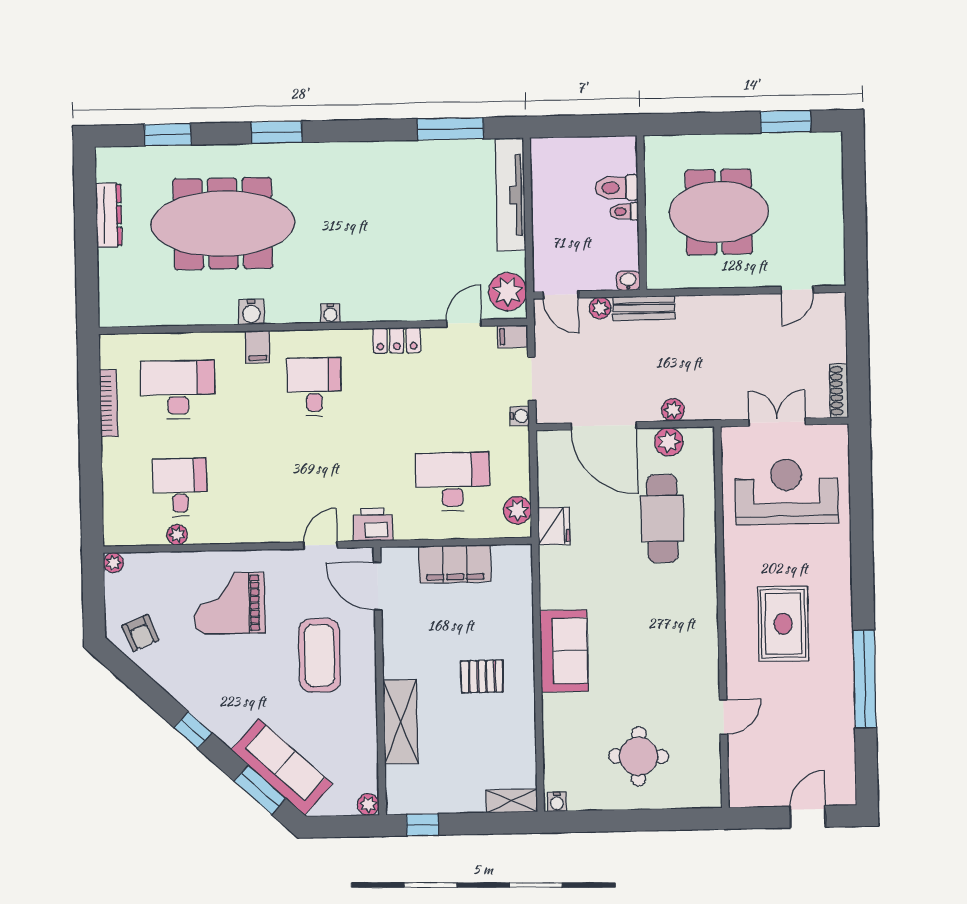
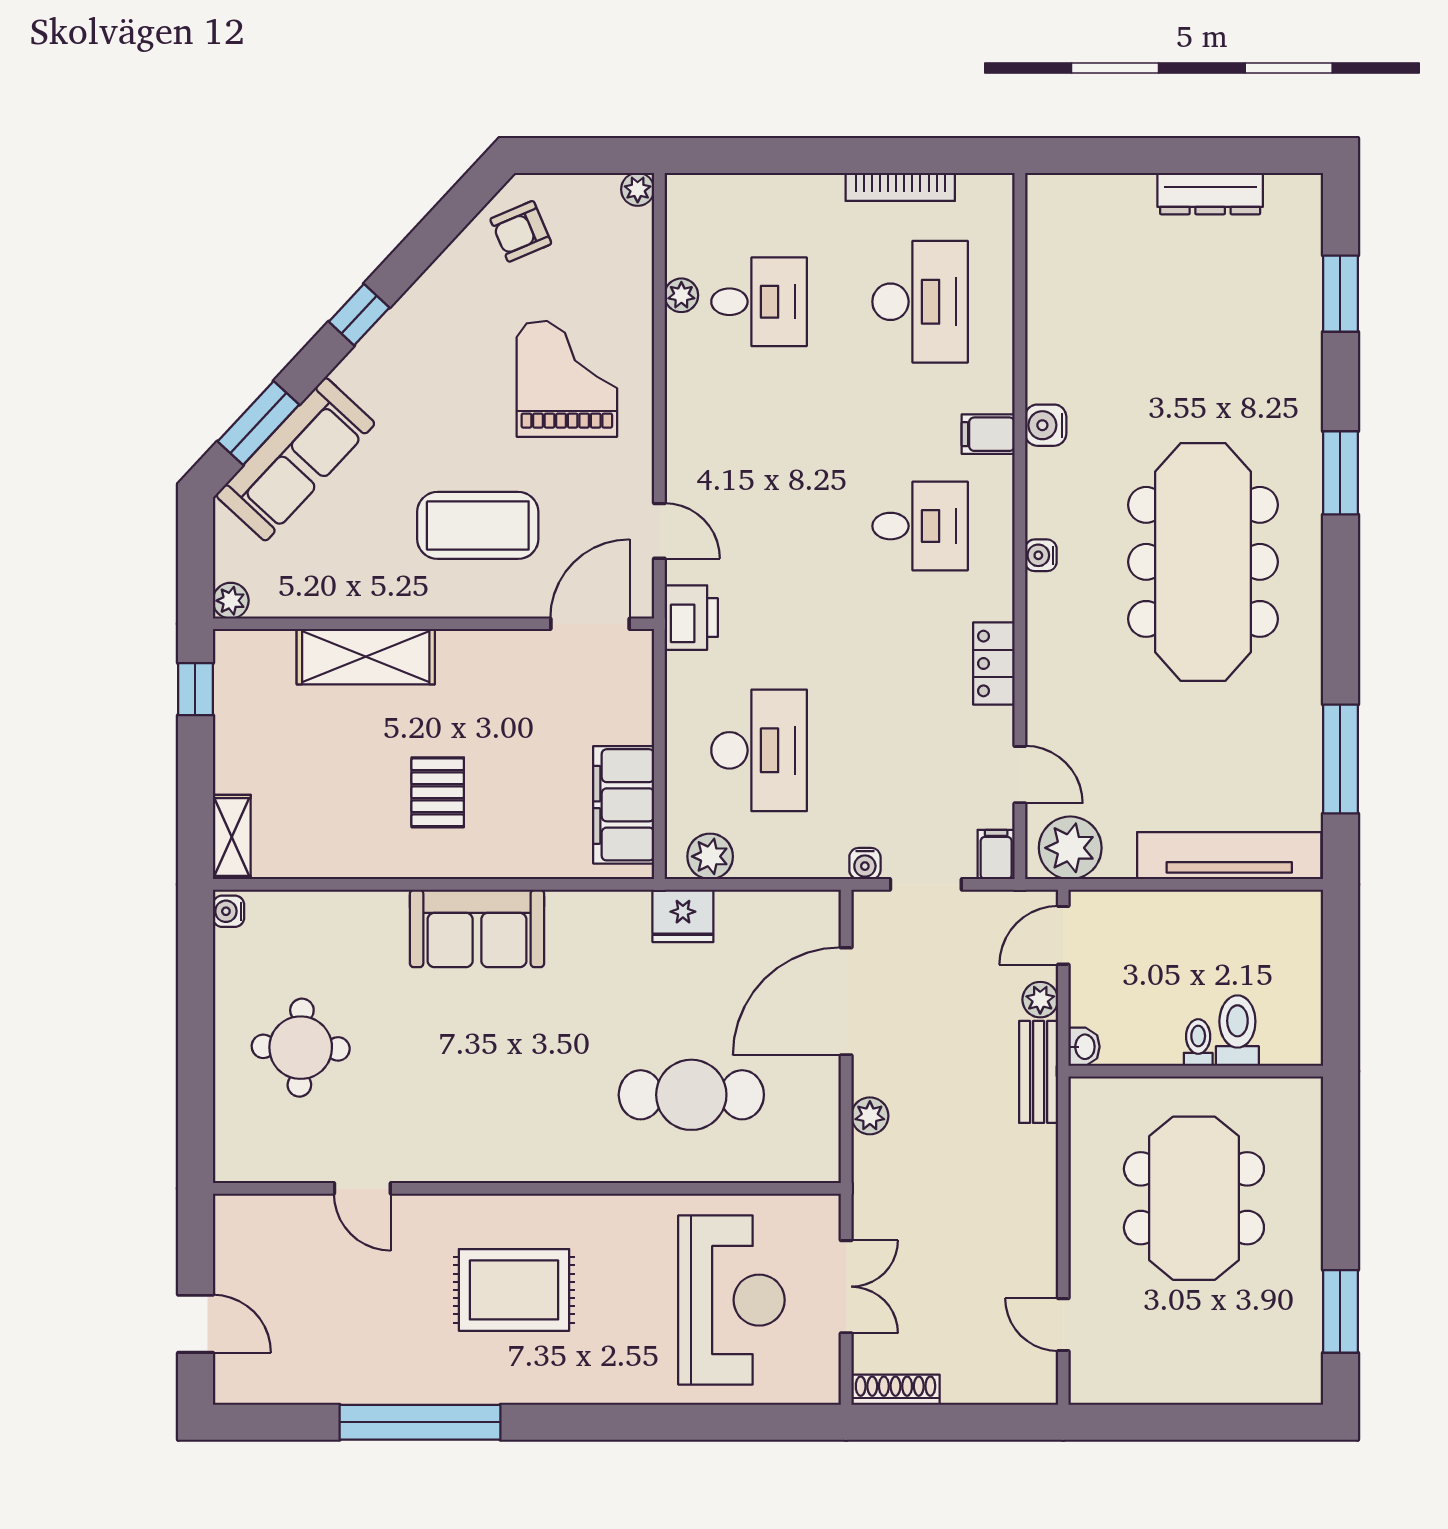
meeting table: (223, 224) -> (1203, 562), moved
plant: (669, 442) -> (817, 1108), removed
filing cabinet: (455, 564) -> (624, 805), moved

